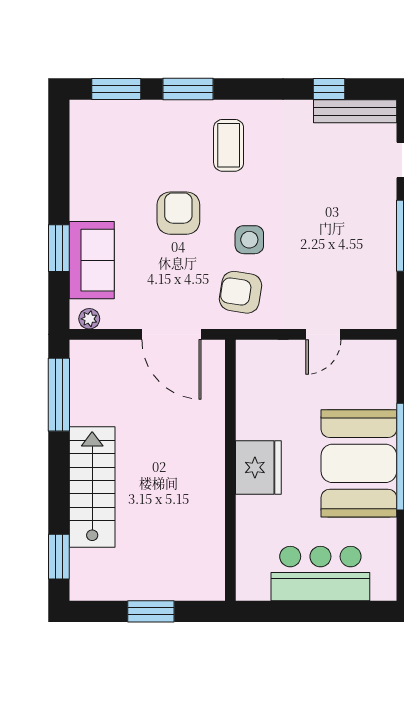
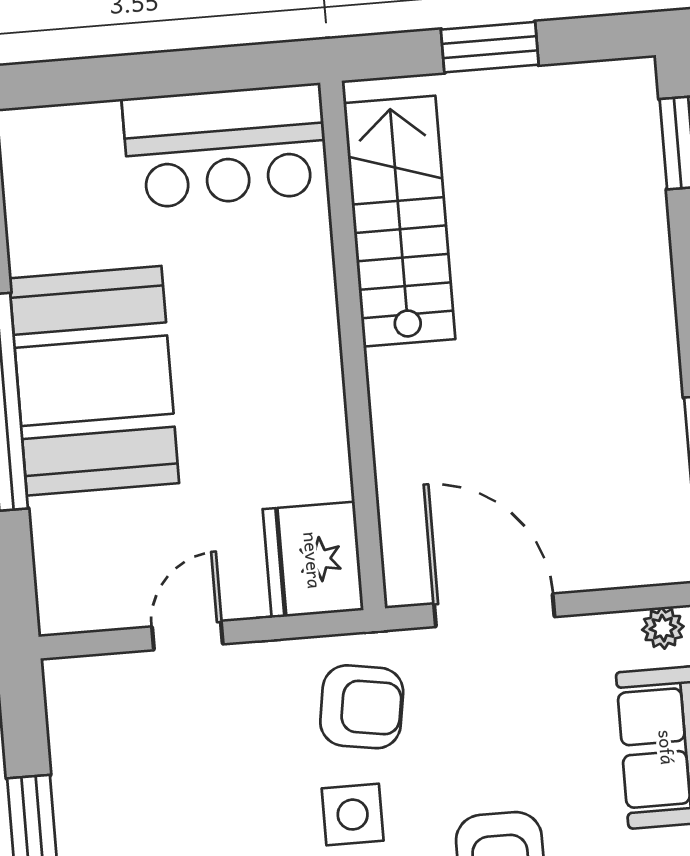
fridge: (258, 467) -> (313, 560), moved
stairs: (92, 487) -> (399, 221), moved, turned 180
bar counter: (320, 573) -> (225, 146), moved

